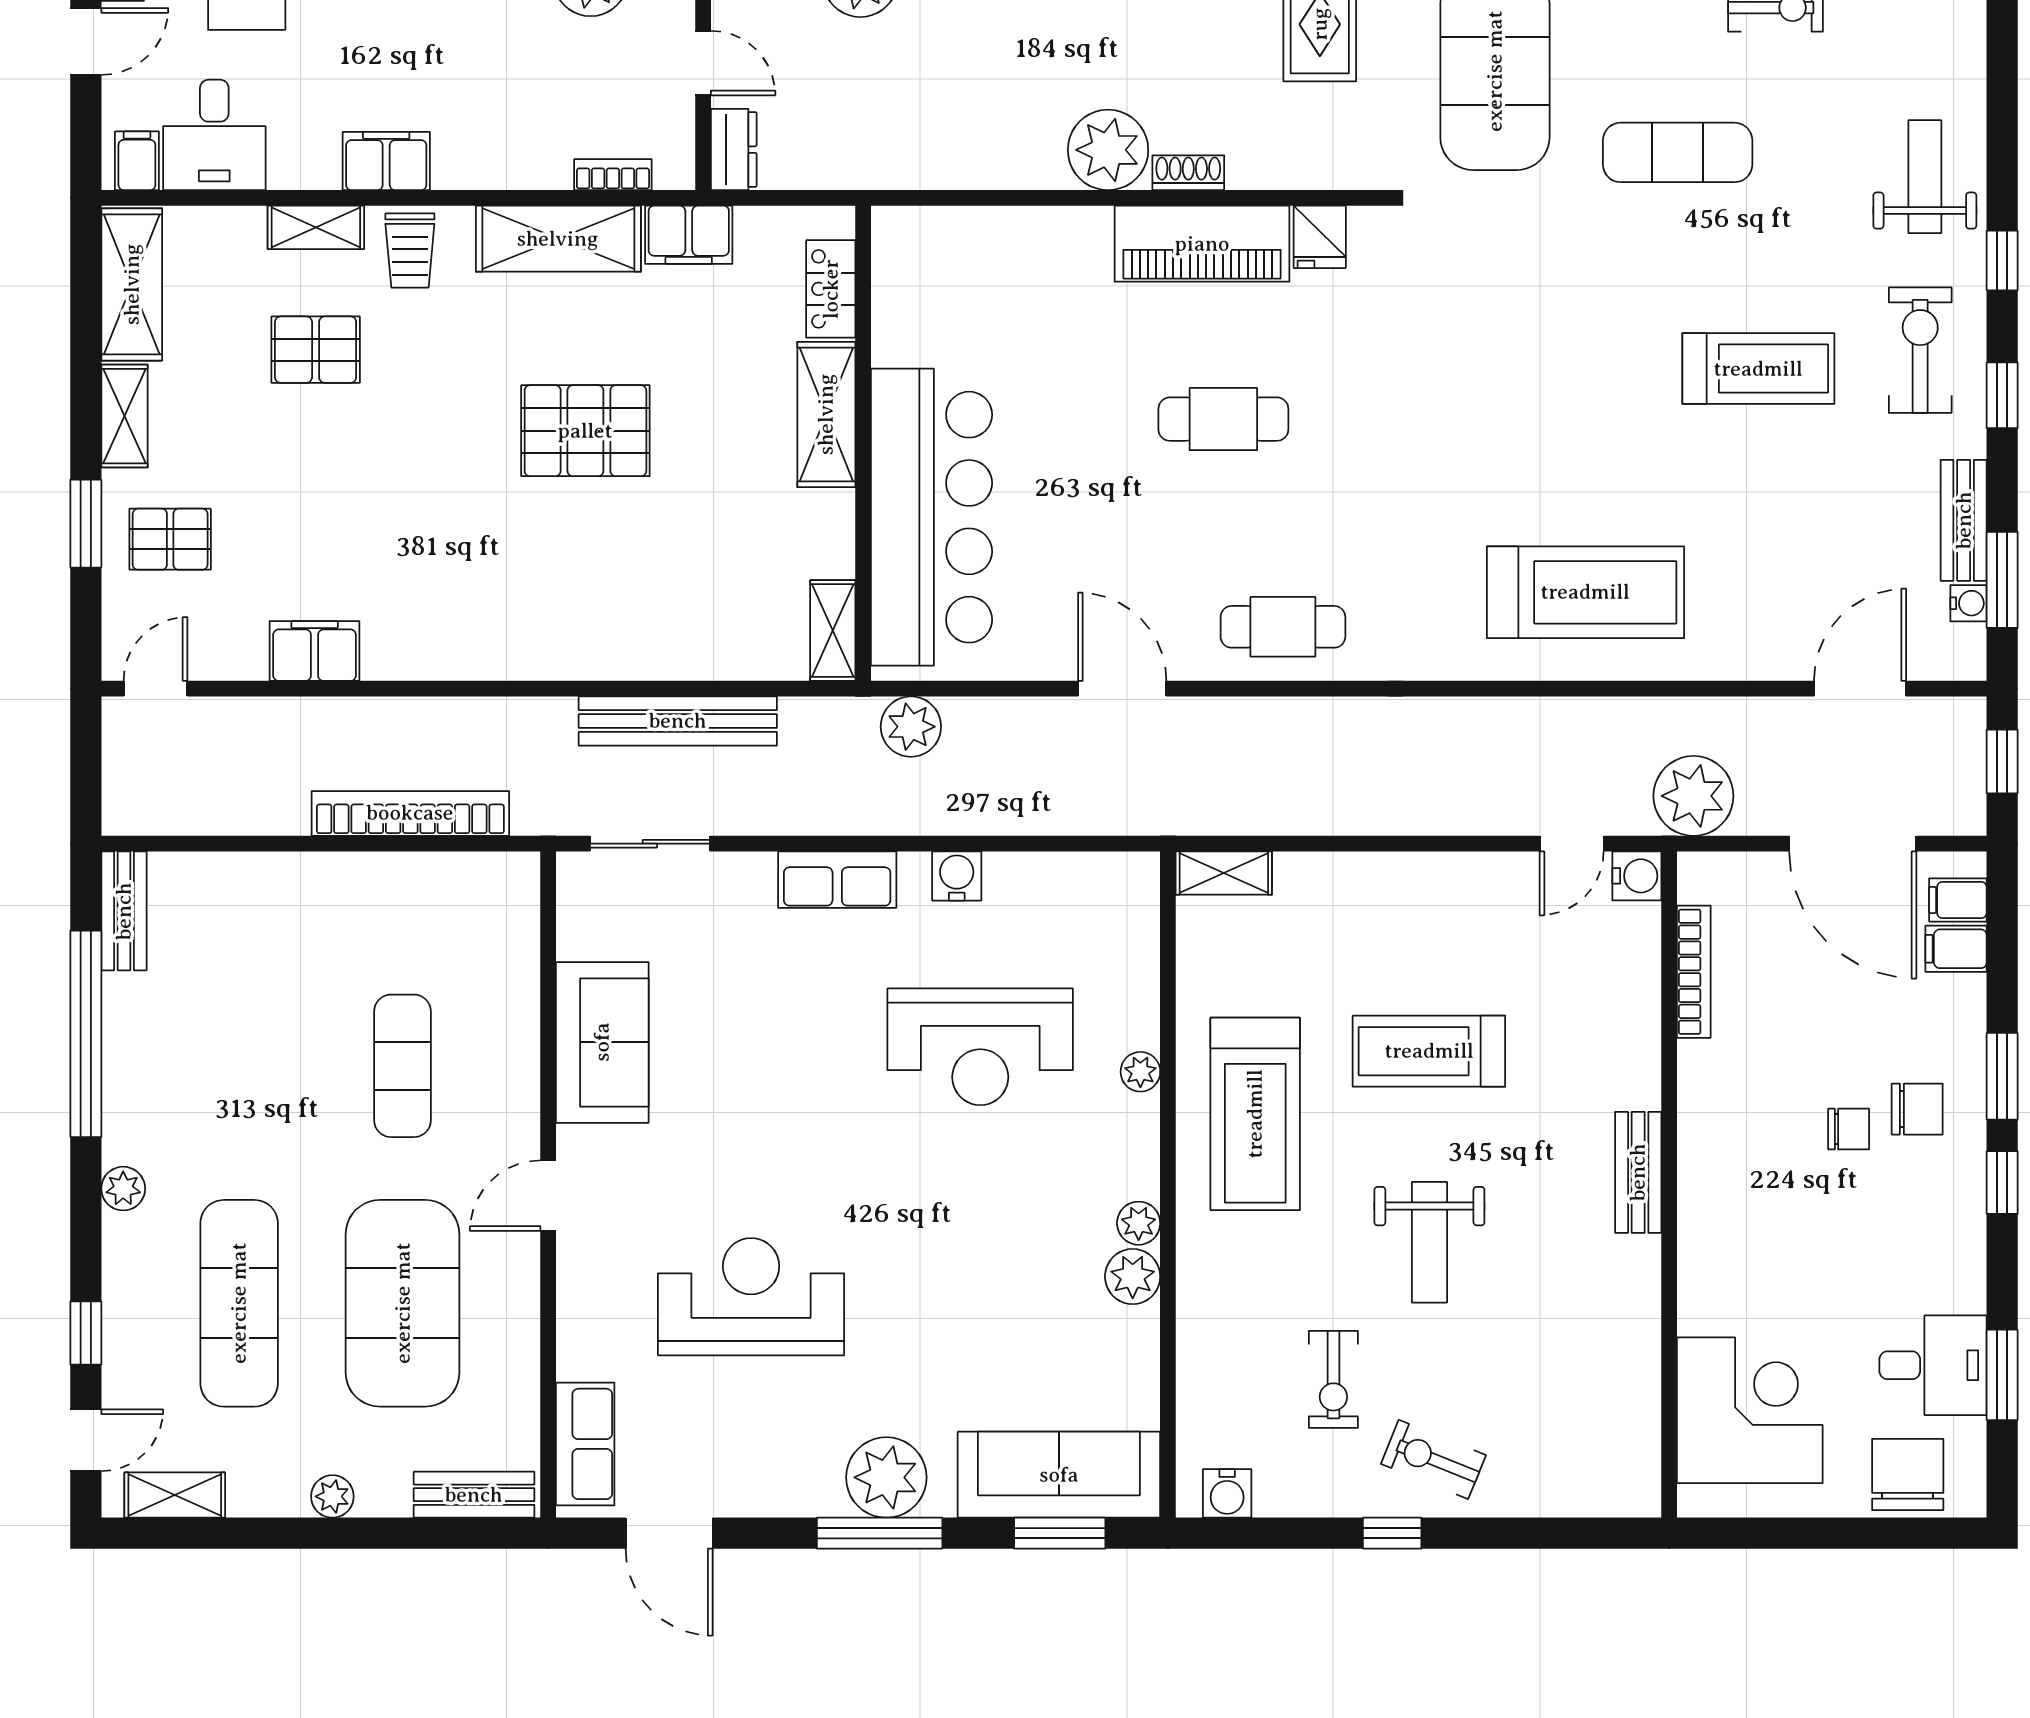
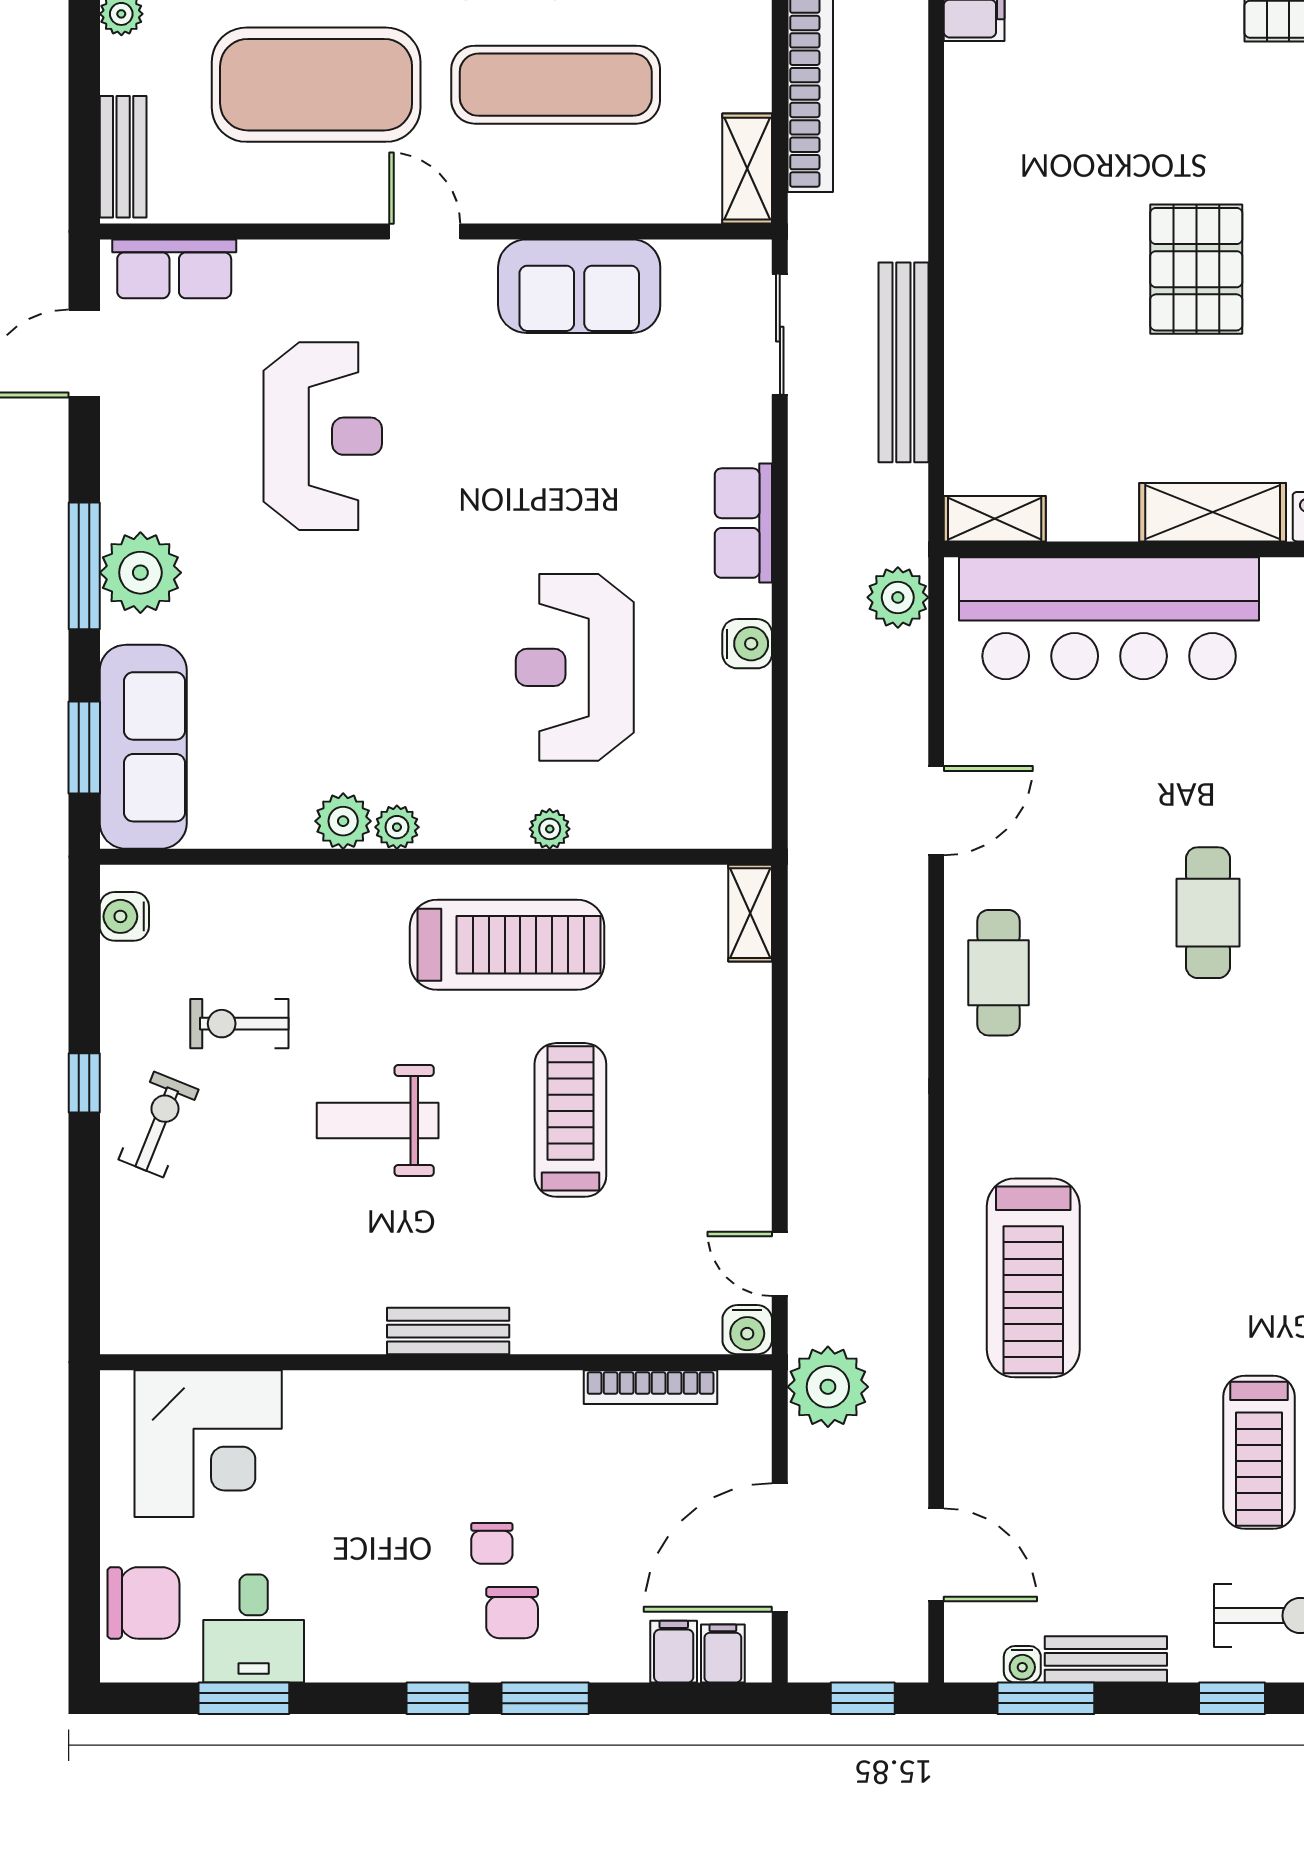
shelving: (486, 876) -> (747, 169), added
exercise mat: (403, 1066) -> (556, 85), width x1.36, depth x1.45
treadmill: (1255, 1114) -> (507, 945), turned 180

